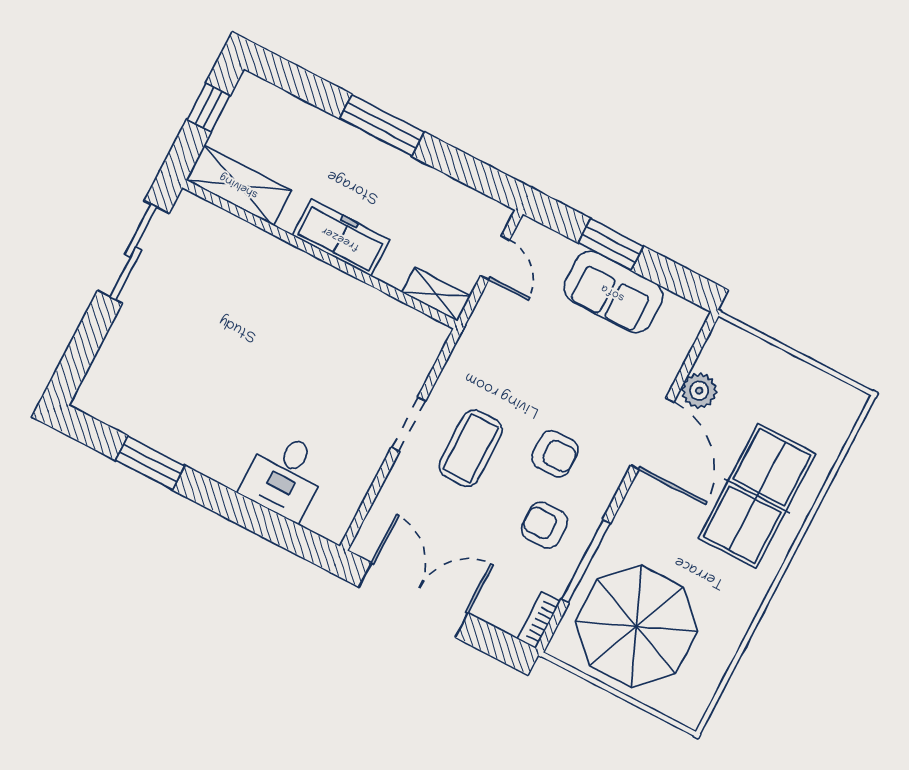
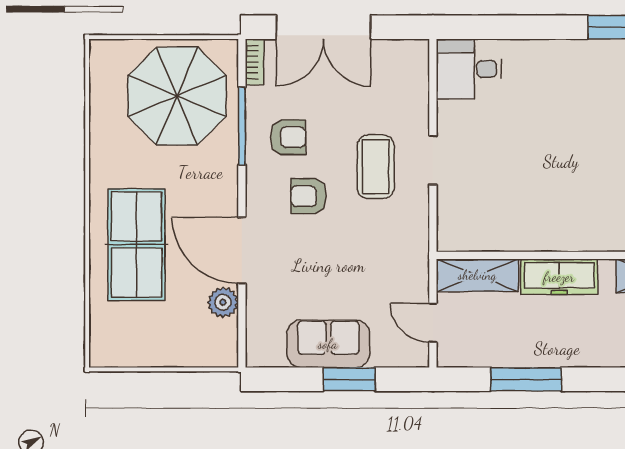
window: (382, 125) -> (526, 379), moved
shelving: (436, 294) -> (477, 275), width x1.50, depth x1.33
desk: (285, 476) -> (469, 69), moved, turned -90
double door: (413, 600) -> (323, 27), moved

